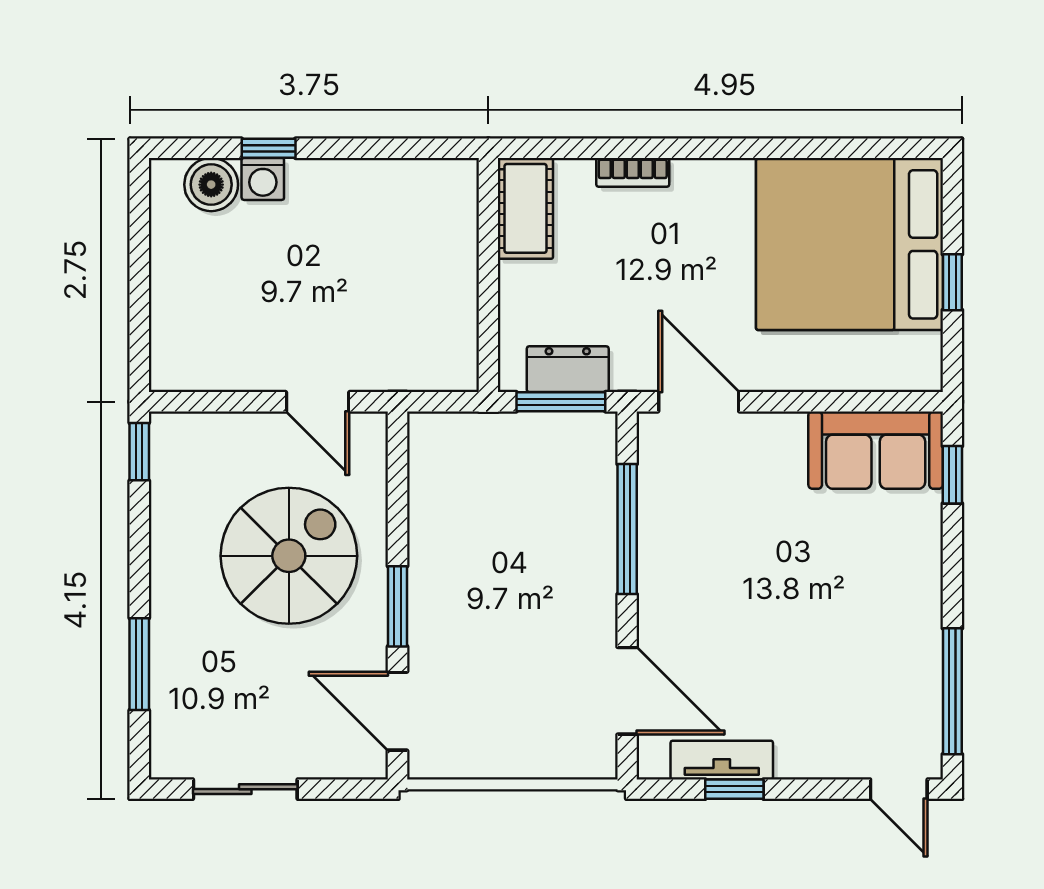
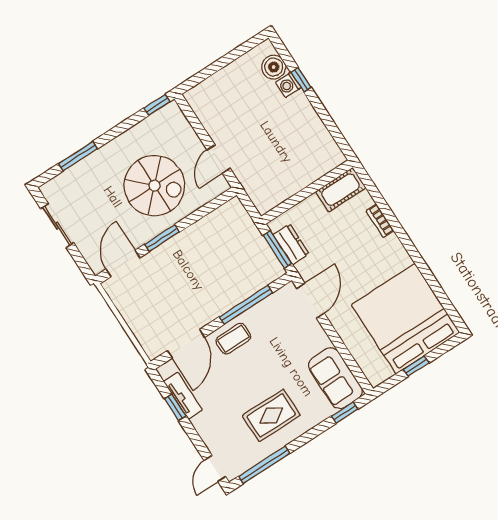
coffee table: (676, 595) -> (233, 339), added
rug: (867, 617) -> (271, 415), added

